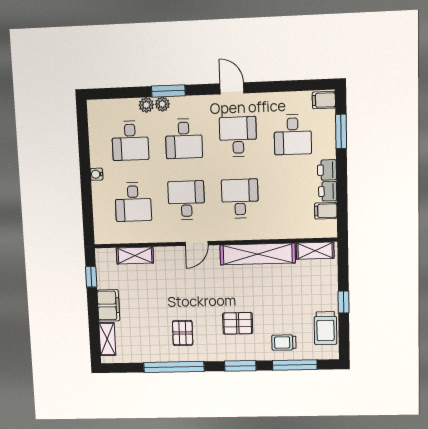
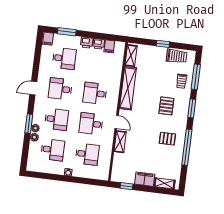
shelving: (135, 255) -> (120, 142), moved

